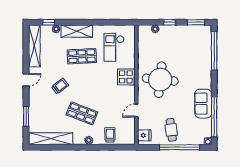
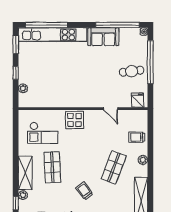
kitchen unit: (205, 57) -> (53, 35), added
round table: (160, 80) -> (77, 83), removed

